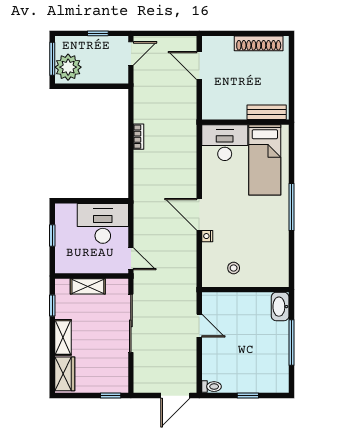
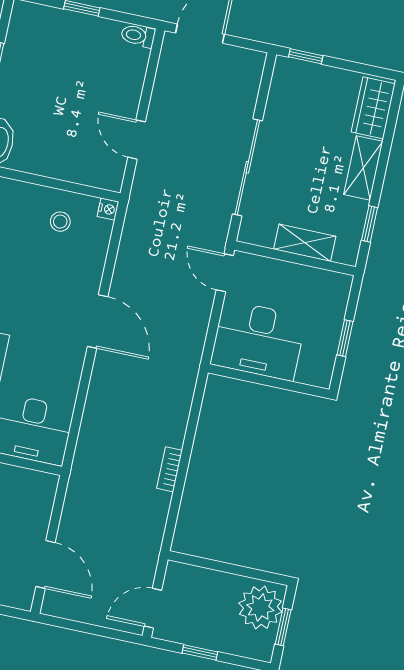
window: (52, 59) -> (283, 627), width x0.67
nightstand: (207, 236) -> (108, 209), moved

